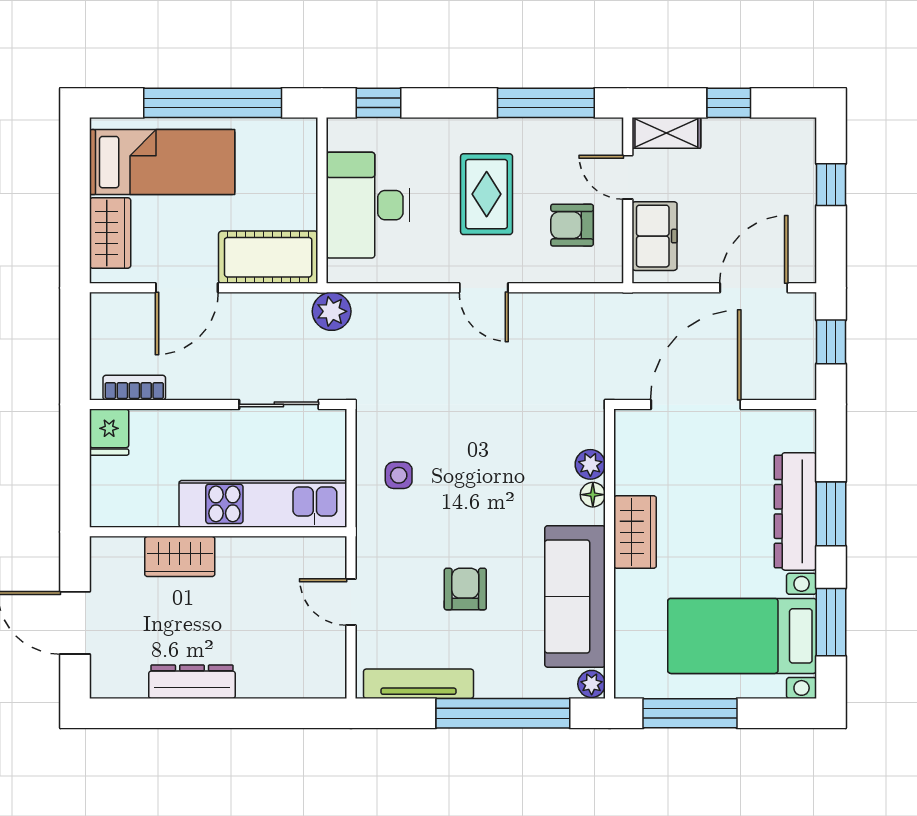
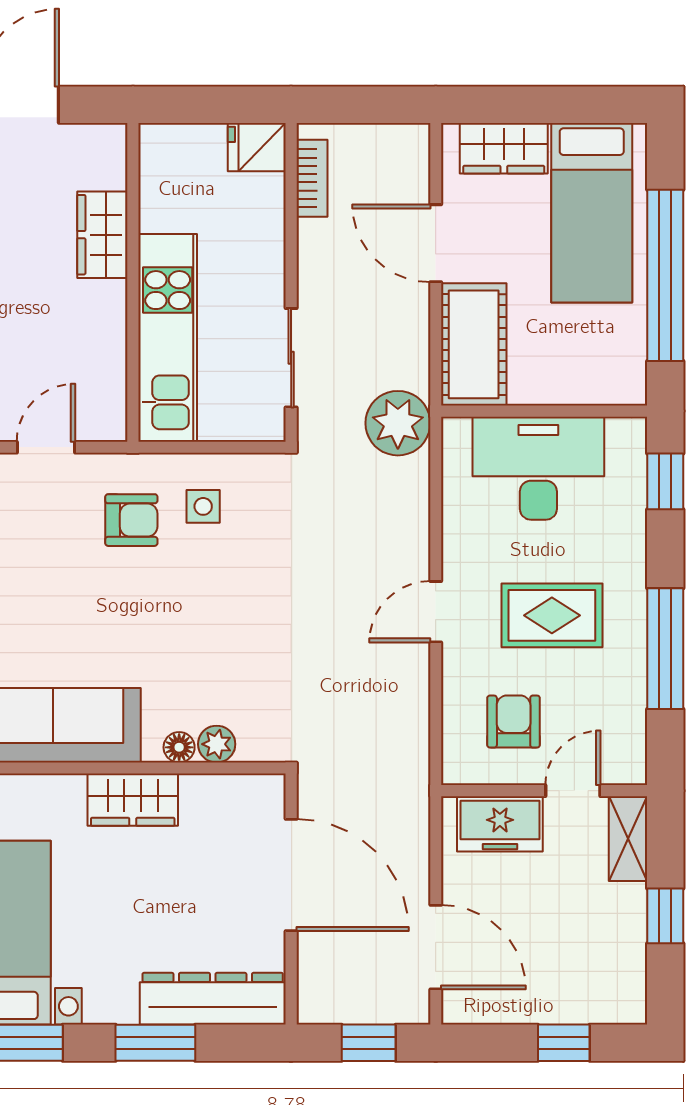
window: (546, 103) -> (665, 649), moved
plant: (332, 311) -> (398, 423), width x1.36, depth x1.36
dresser: (795, 511) -> (213, 999), moved
armchair: (465, 589) -> (131, 520), moved

